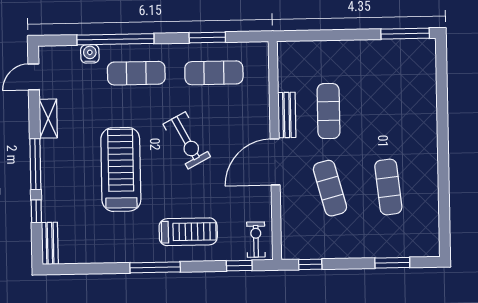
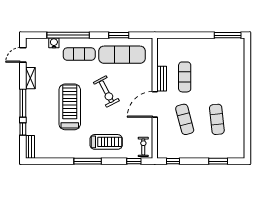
exercise mat: (214, 73) -> (122, 55), width x1.36, depth x1.45

